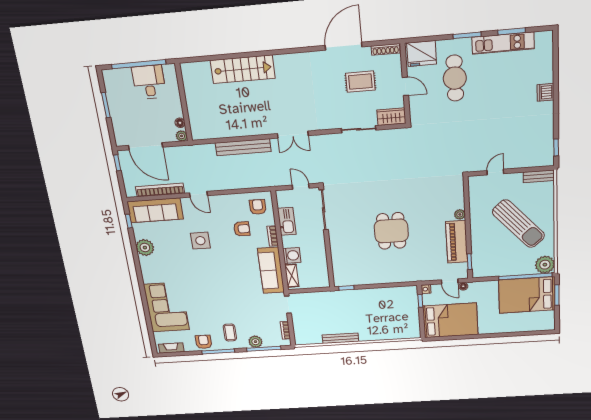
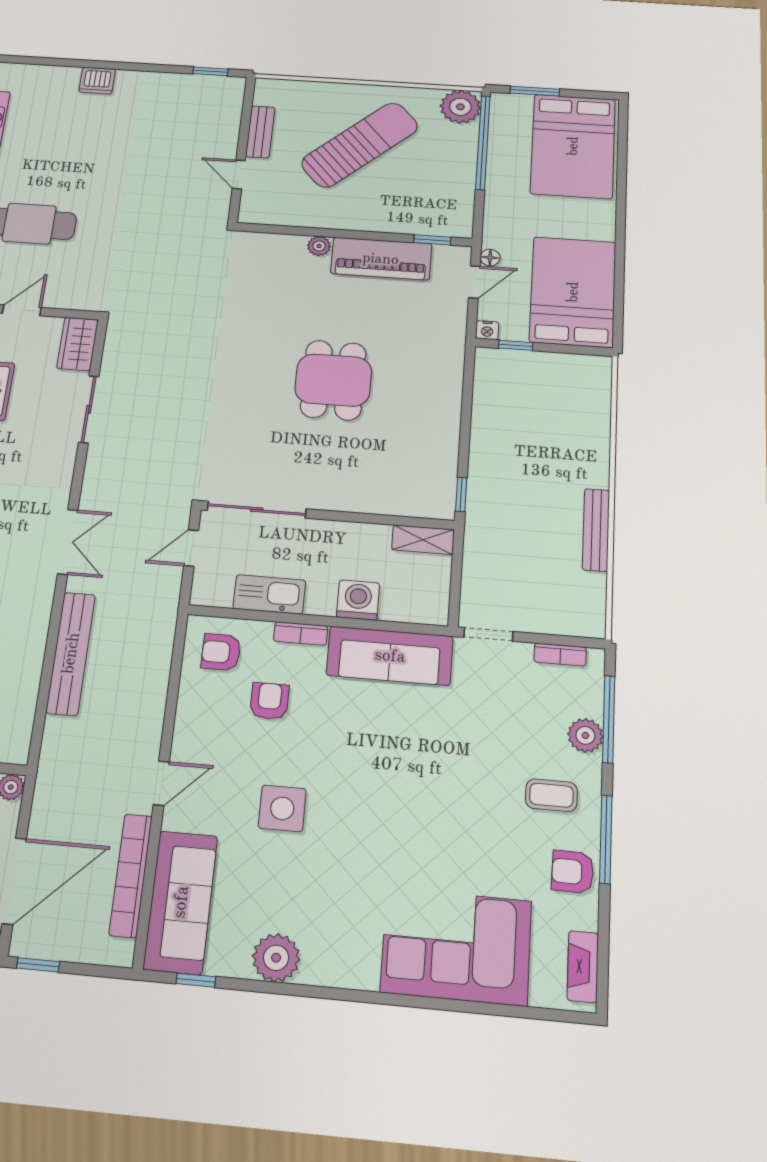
bench: (539, 176) -> (260, 132), moved
dining table: (391, 231) -> (333, 380), turned 90
shelving: (292, 276) -> (423, 540), moved
bed: (527, 295) -> (573, 146), moved

